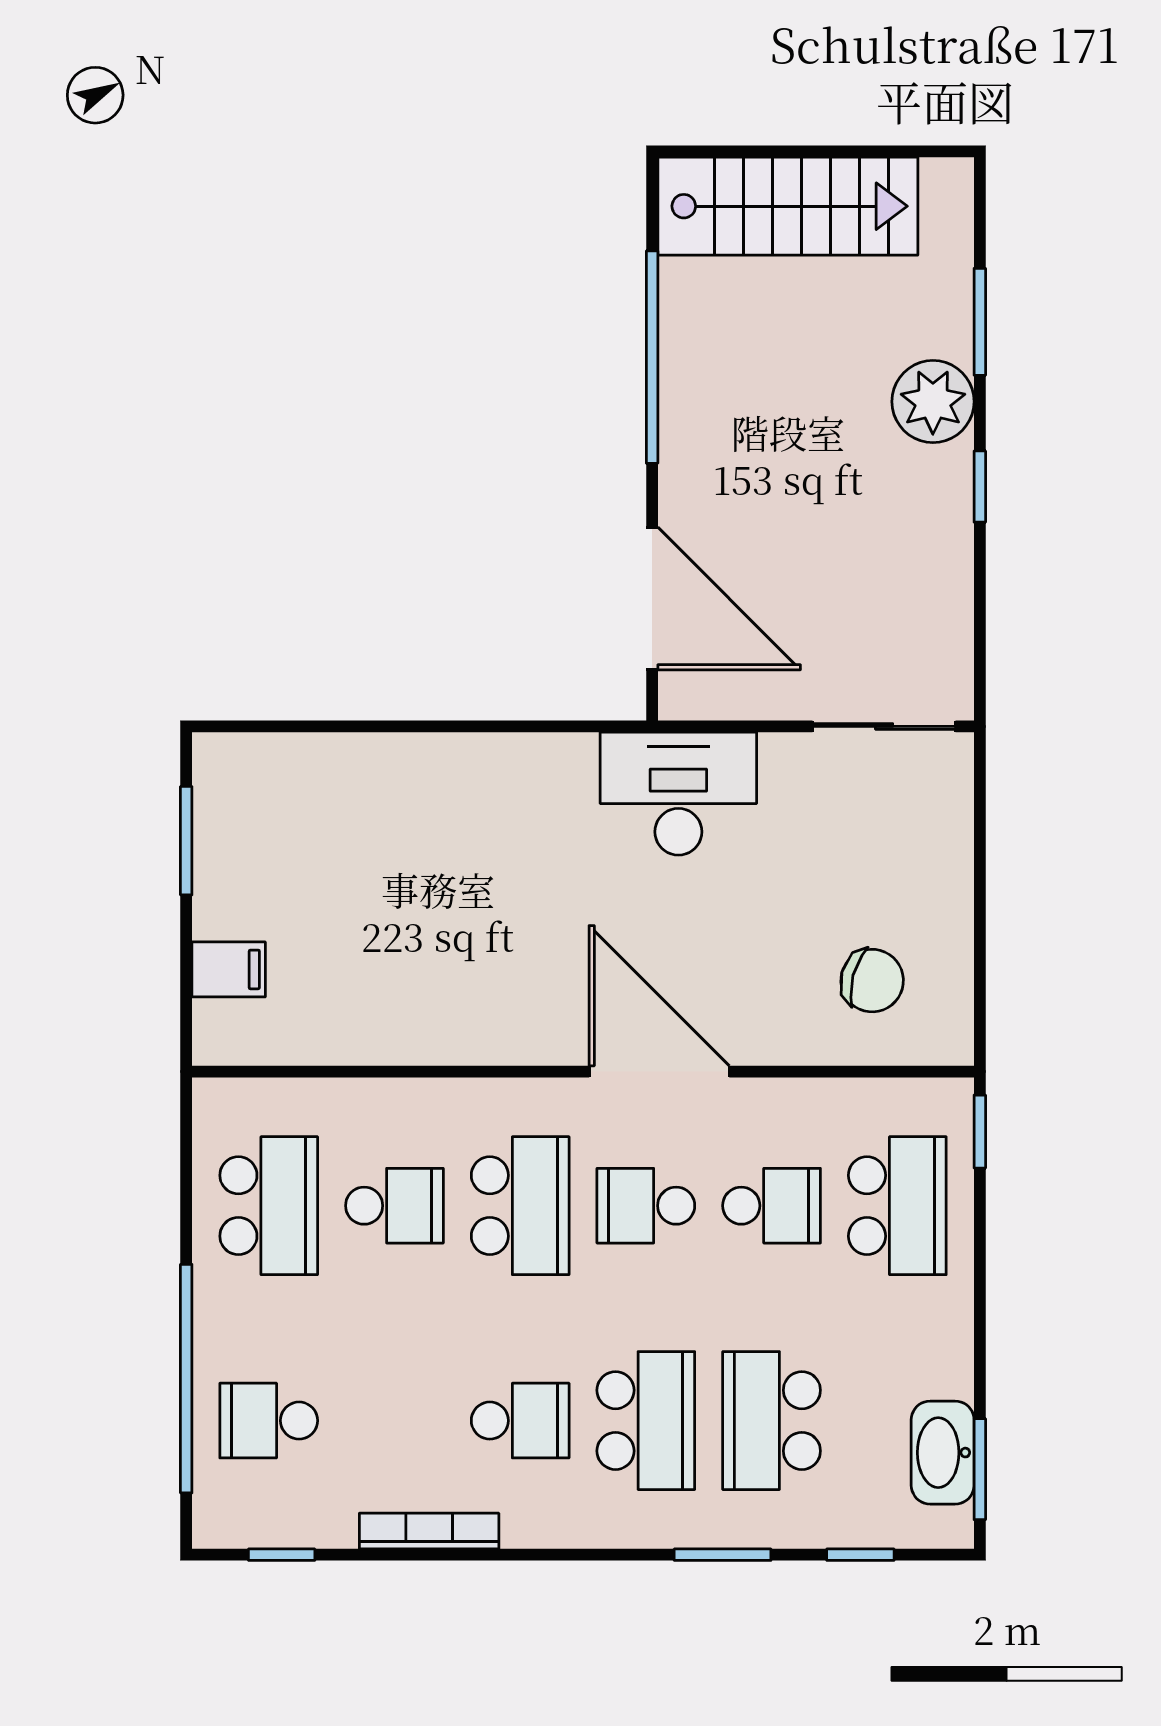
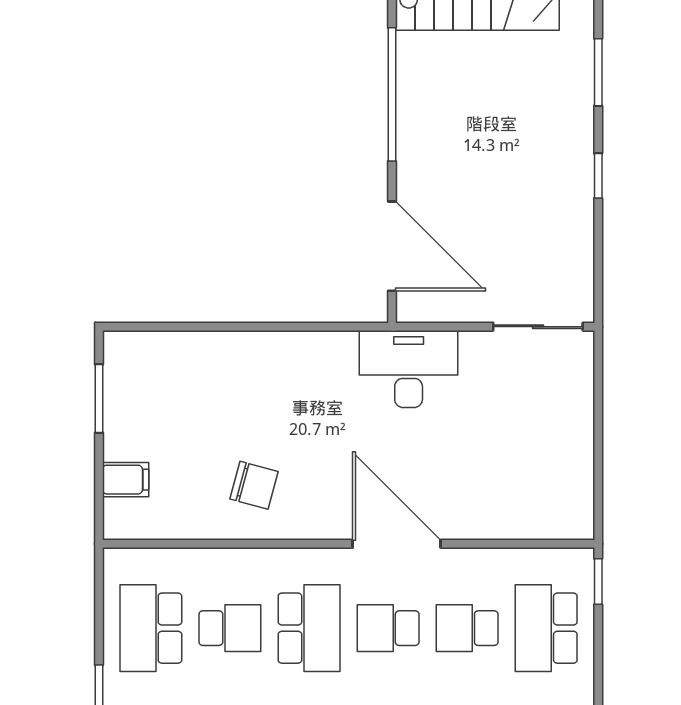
plant: (933, 402) -> (569, 122), removed
chair: (872, 981) -> (254, 485), moved
school desk: (269, 1206) -> (151, 628), turned 180
school desk: (772, 1206) -> (467, 628), turned 180
school desk: (897, 1206) -> (546, 628), turned 180

